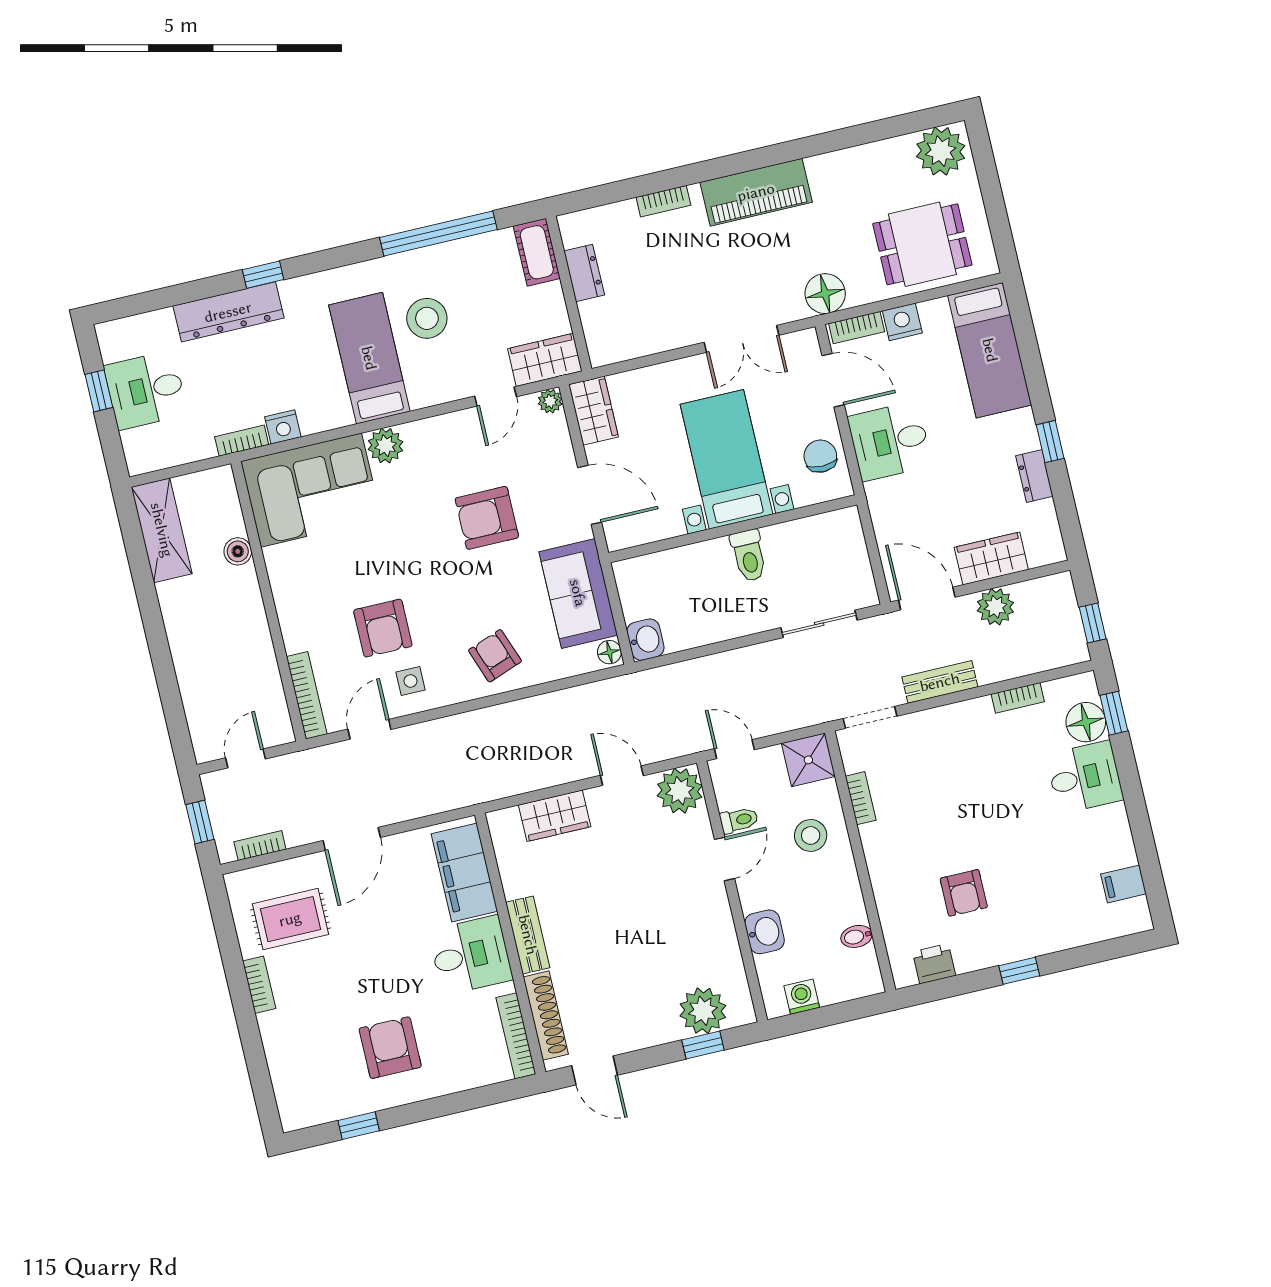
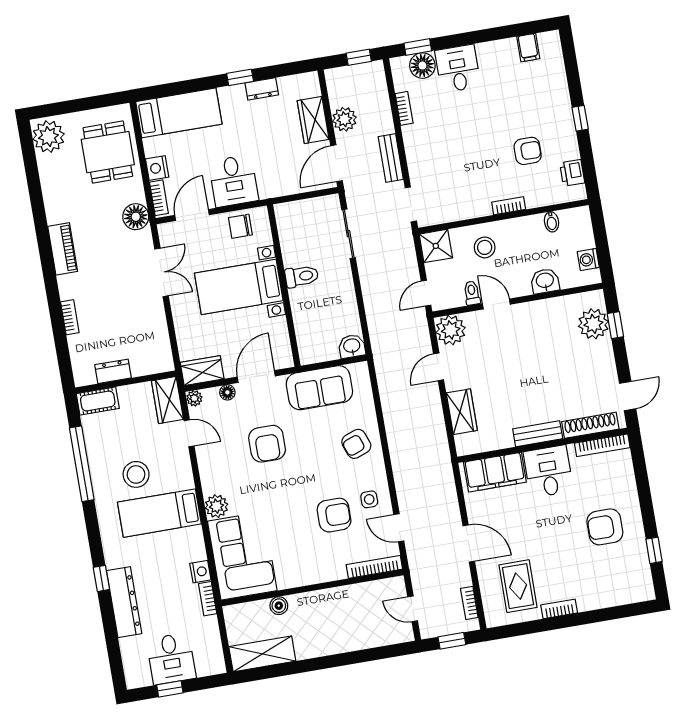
piano: (756, 192) -> (63, 249), width x0.73, depth x0.75
floor lamp: (609, 652) -> (227, 392), moved
bookcase: (861, 798) -> (509, 206), moved

